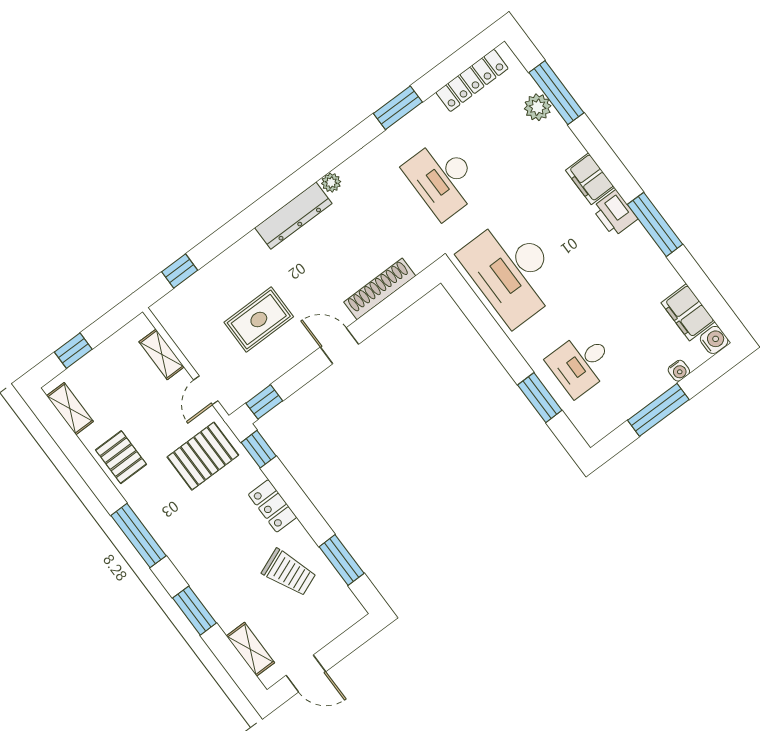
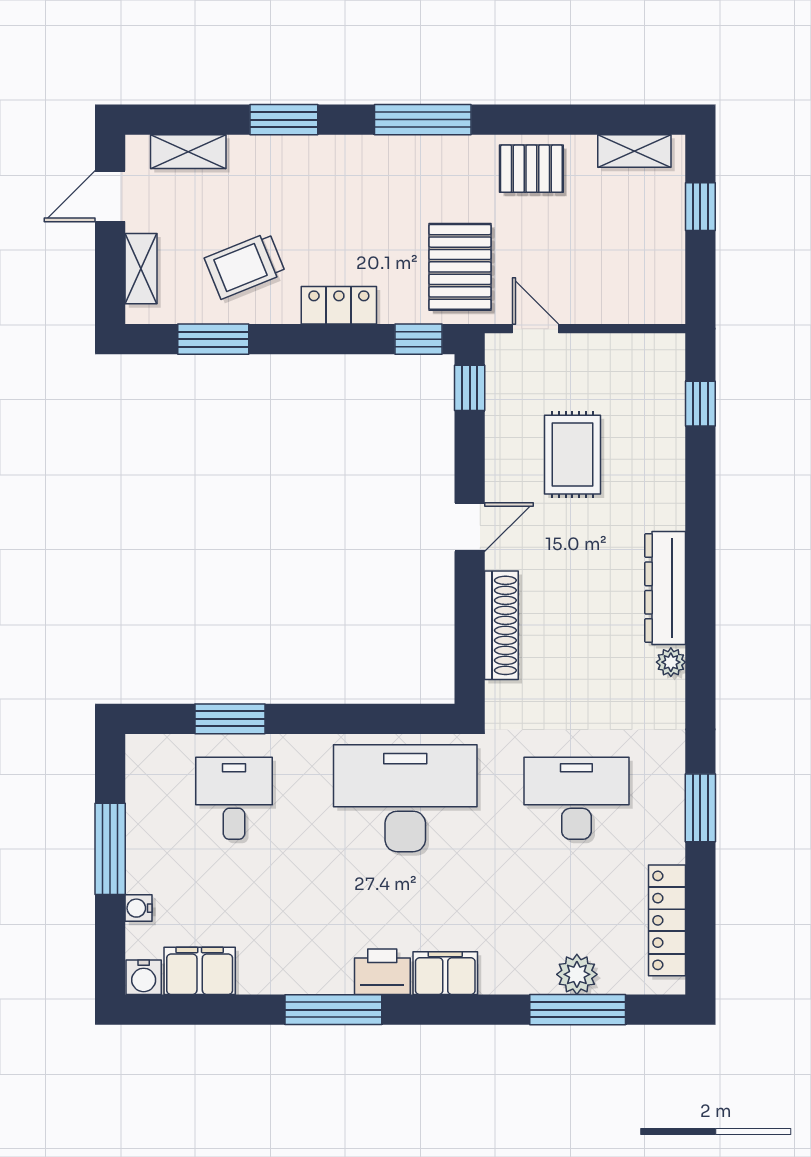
shelving: (162, 354) -> (141, 269), moved, turned 90

